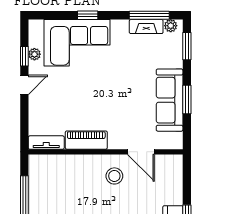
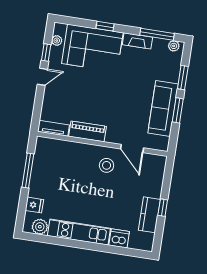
fireplace: (146, 27) -> (137, 41), moved
window: (187, 46) -> (183, 78), moved
plant: (34, 54) -> (57, 41), moved

